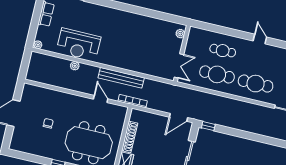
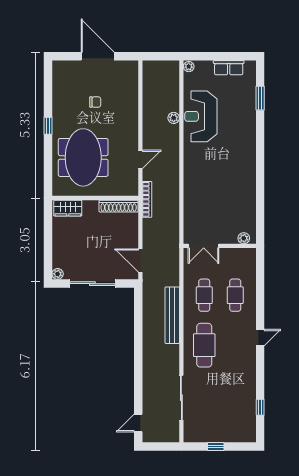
cafe table: (217, 74) -> (204, 295), width x0.73, depth x0.74
bench: (121, 78) -> (172, 315), moved
window: (208, 126) -> (138, 300), removed
shoe rack: (130, 137) -> (119, 206), moved

